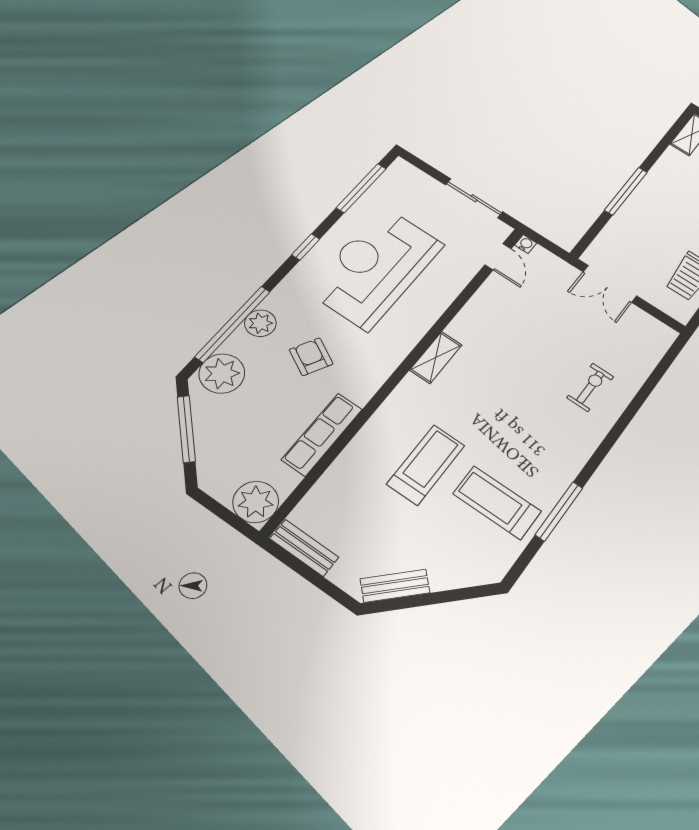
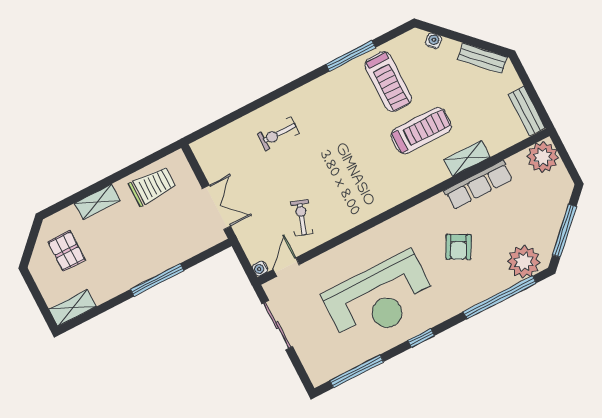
exercise bike: (511, 312) -> (302, 218), added
plant: (260, 323) -> (481, 289), removed
shelving: (436, 357) -> (467, 158), moved
treadmill: (426, 465) -> (421, 131), turned 180
water cooler: (468, 577) -> (433, 41), added

